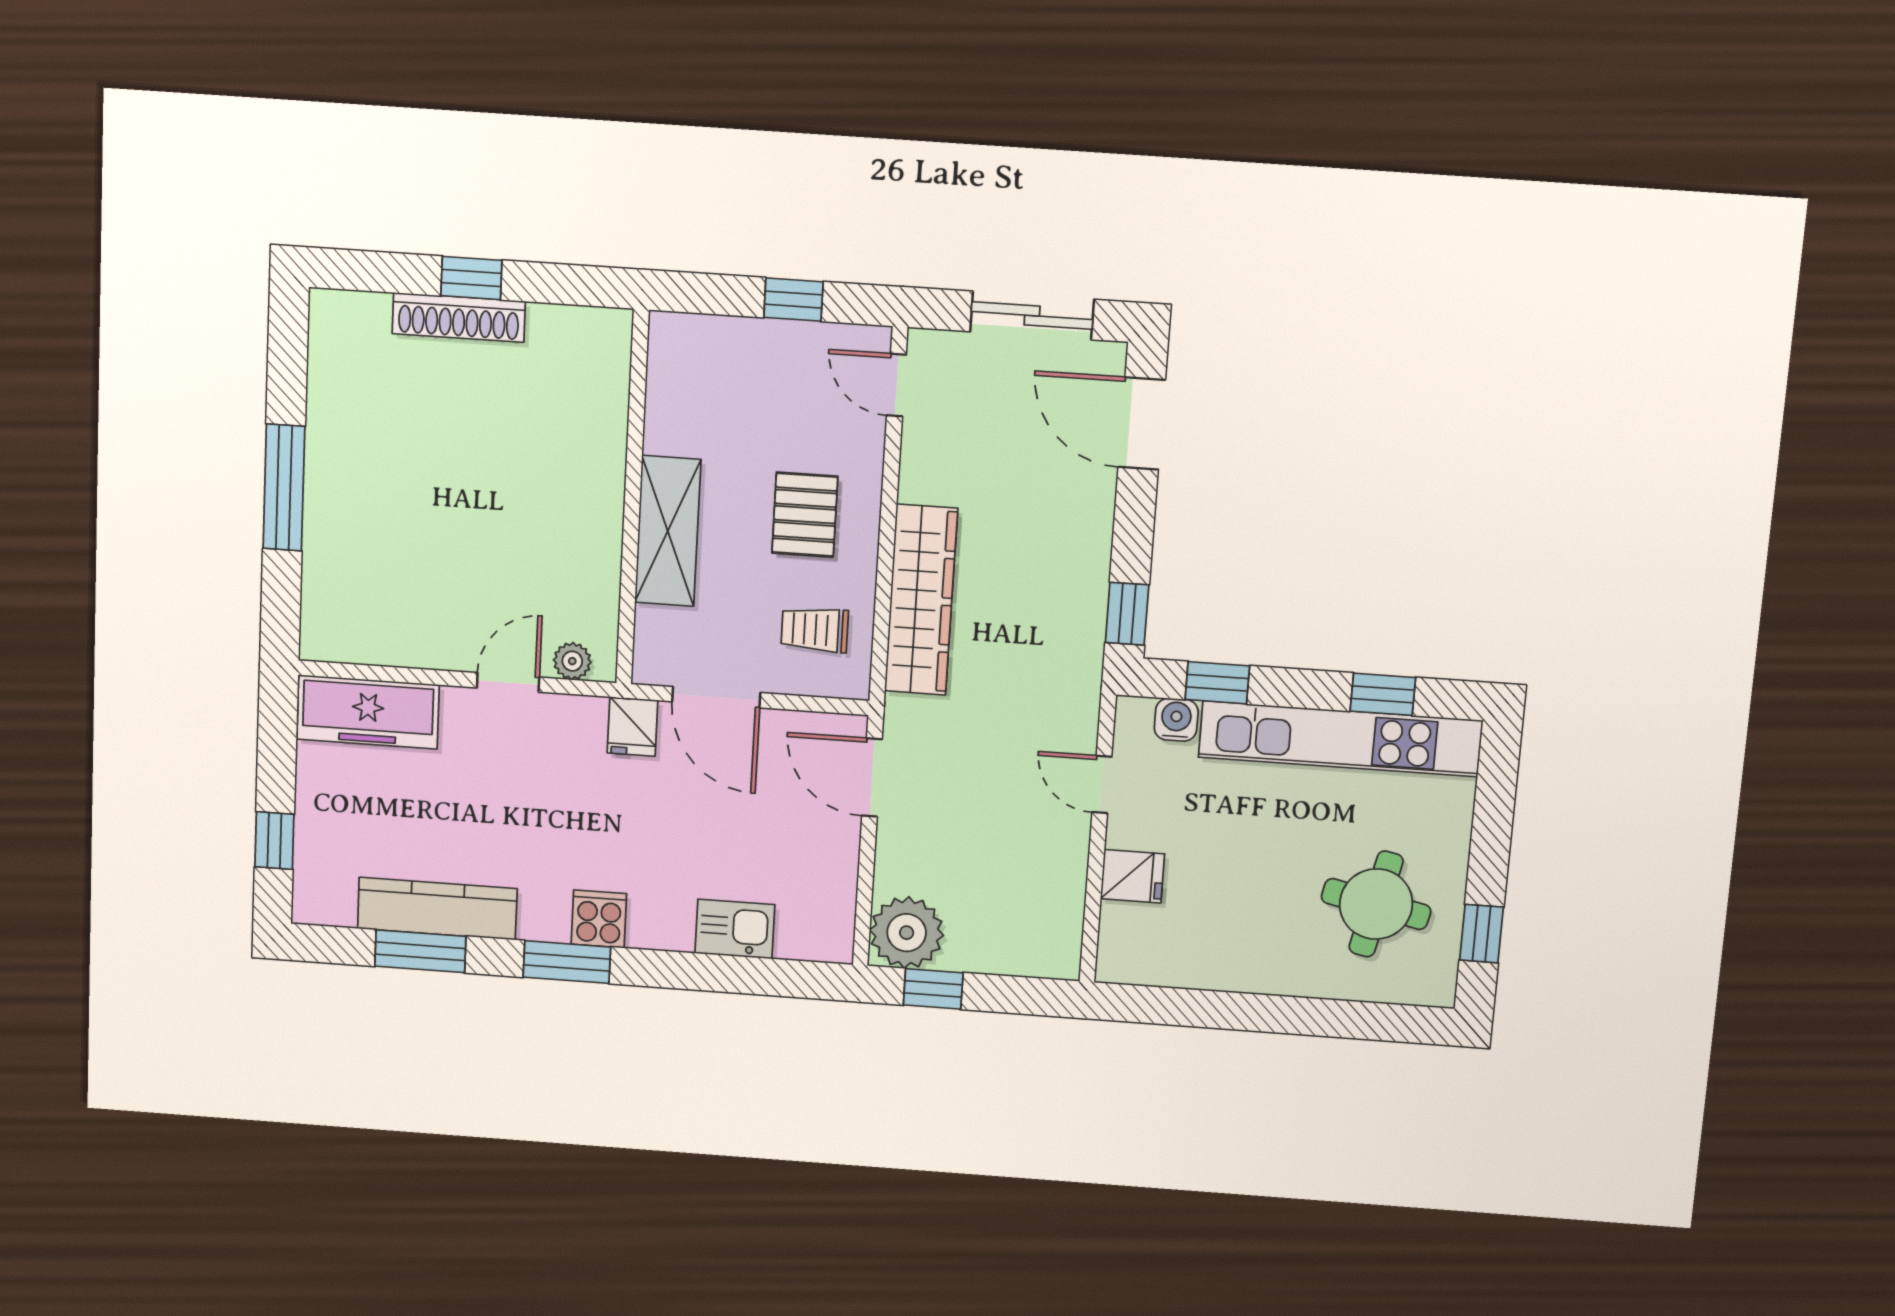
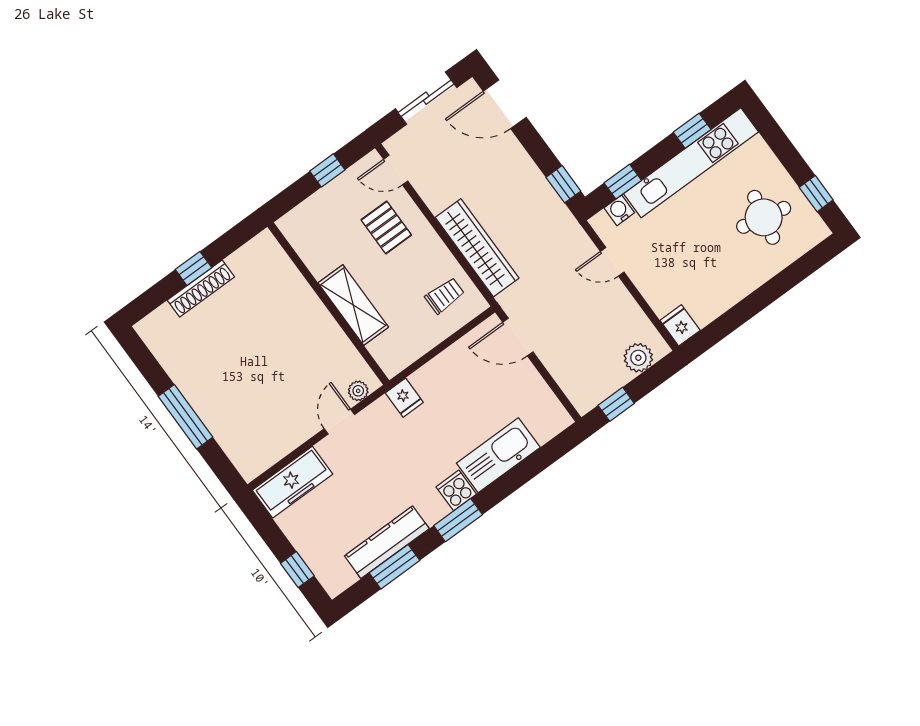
pallet: (805, 515) -> (386, 227), moved
trolley: (815, 630) -> (445, 296), turned 180
door: (716, 697) -> (428, 357), removed
fridge: (1132, 876) -> (680, 325), moved, turned -90
kitchen sink: (735, 929) -> (498, 455), width x1.87, depth x1.24
plant: (907, 933) -> (638, 358), moved, width x0.73, depth x0.73

